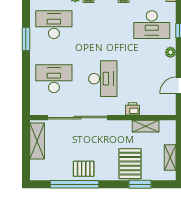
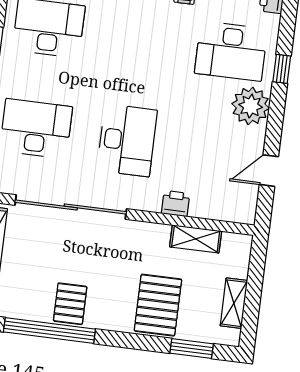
plant: (170, 52) -> (251, 106), width x1.87, depth x1.87
pallet: (84, 169) -> (70, 304), turned 90
window: (140, 184) -> (192, 348), moved

